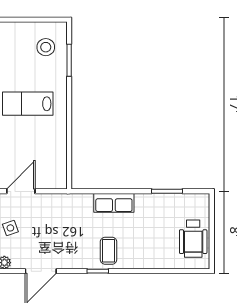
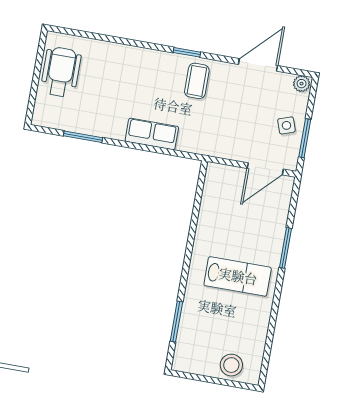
stool: (46, 47) -> (231, 365), moved
coffee table: (109, 251) -> (197, 81), moved

